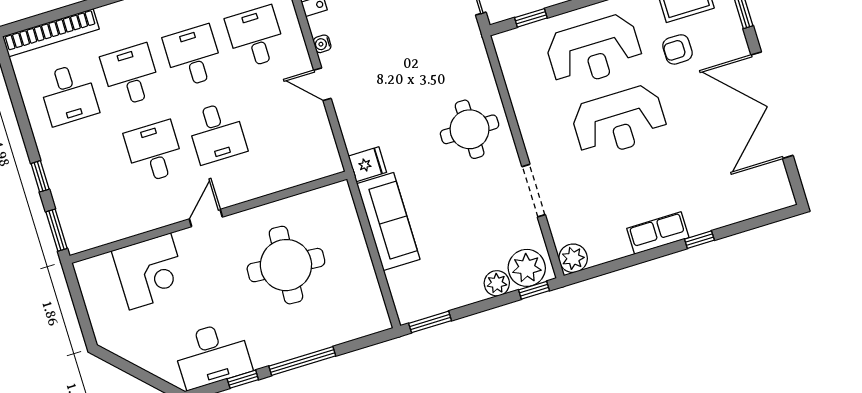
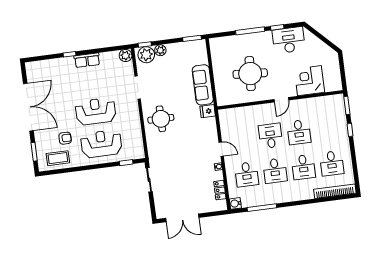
desk: (68, 94) -> (332, 163), turned 180

